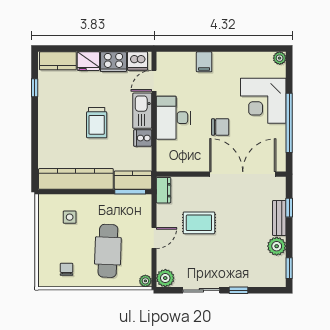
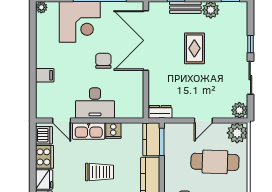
rug: (199, 223) -> (194, 48), moved
door: (154, 238) -> (203, 120), swing flipped
plant: (145, 281) -> (237, 133), width x1.88, depth x1.88

